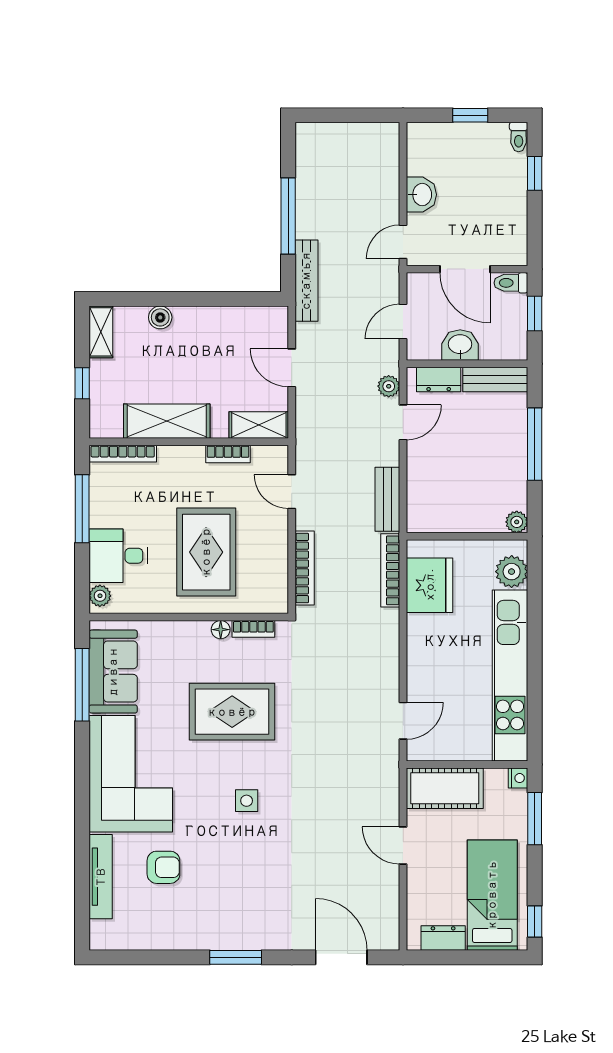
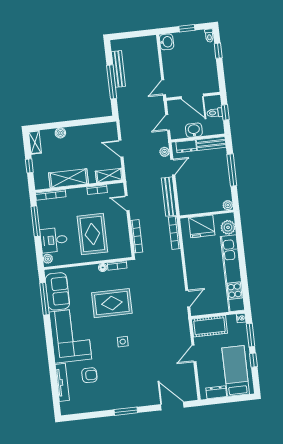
washbasin: (421, 195) -> (167, 42), moved
bench: (306, 281) -> (118, 69), moved
toilet: (511, 283) -> (215, 113), moved
bench: (387, 499) -> (169, 197), width x1.36
fridge: (430, 585) -> (202, 226), moved, turned 90
door: (403, 845) -> (194, 353), hinge flipped
window: (535, 922) -> (253, 360), moved

